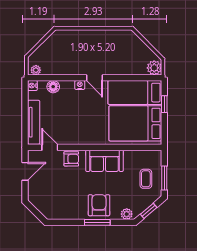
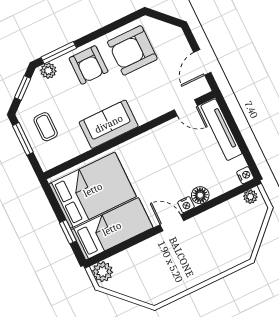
floor lamp: (53, 87) -> (200, 195), moved
armchair: (71, 159) -> (132, 50), moved, width x1.88, depth x1.88
window: (97, 222) -> (59, 53), moved

